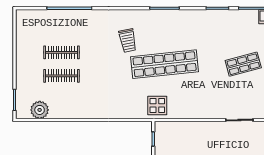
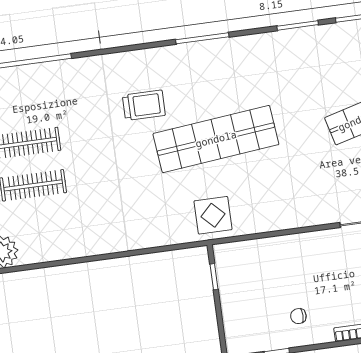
trolley: (128, 40) -> (144, 105), turned -79

